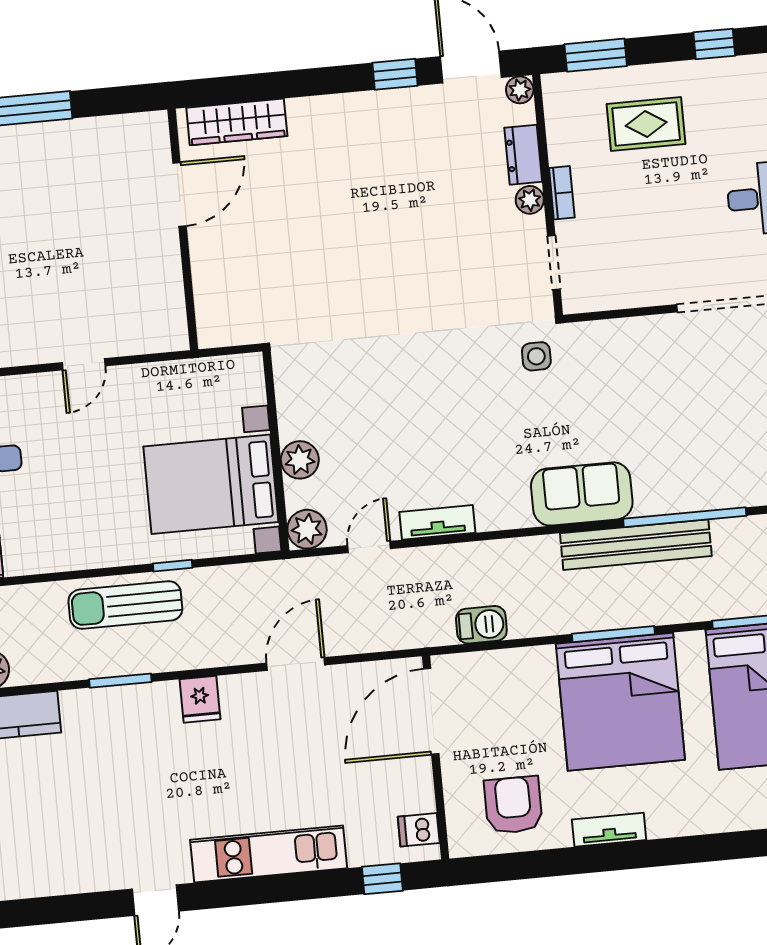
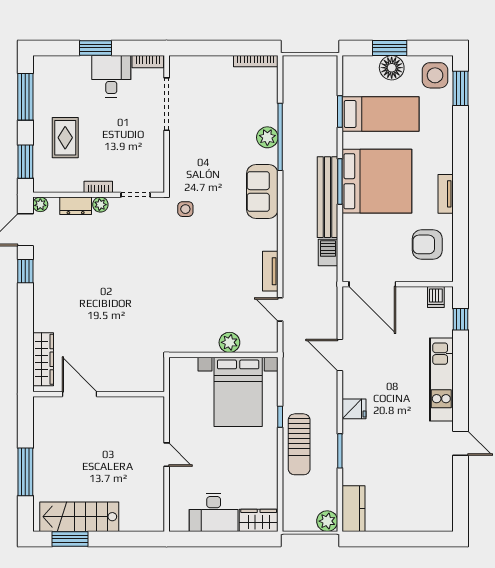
window: (714, 44) -> (25, 97), width x2.17
plant: (307, 529) -> (267, 137), moved
bench: (636, 545) -> (327, 197), moved

